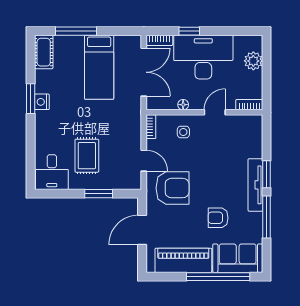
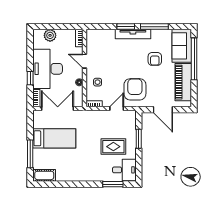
window: (31, 99) -> (113, 184), moved
nightstand: (42, 102) -> (77, 177), removed

